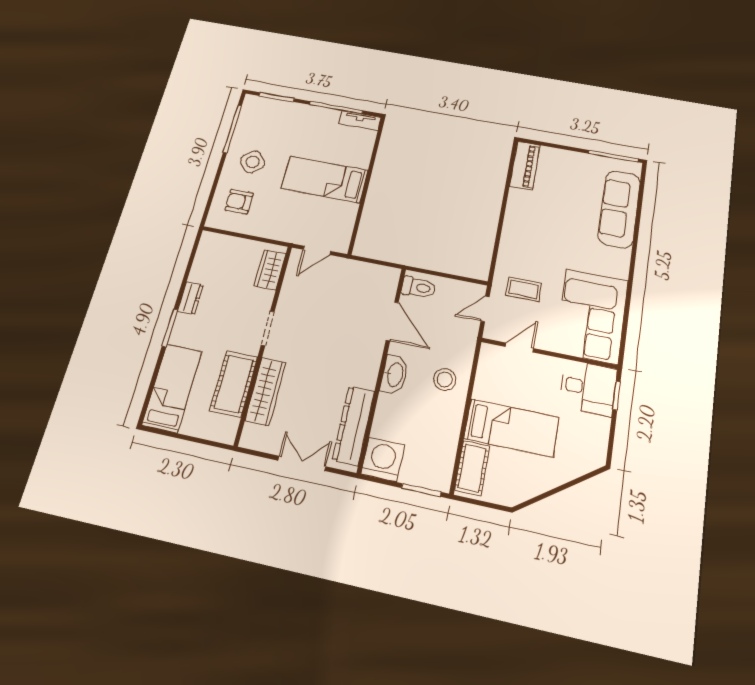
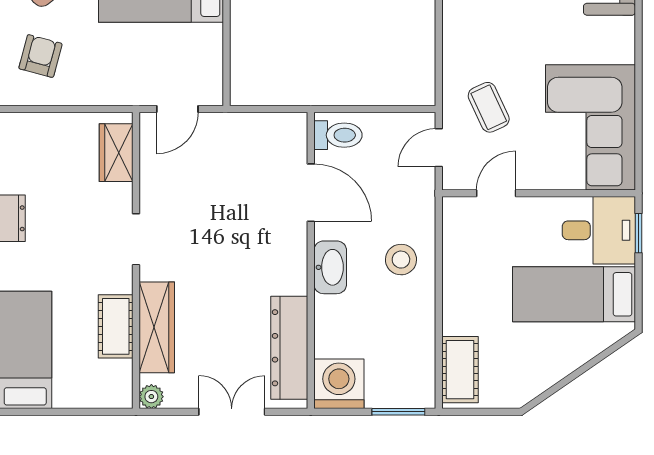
armchair: (239, 202) -> (40, 56), turned 105
coffee table: (524, 289) -> (489, 107), turned 65
cot: (234, 384) -> (116, 326), width x0.73, depth x0.75
bed: (511, 428) -> (574, 294), moved, turned 180
plant: (248, 440) -> (151, 397), added

